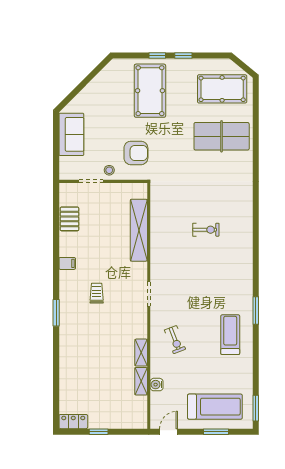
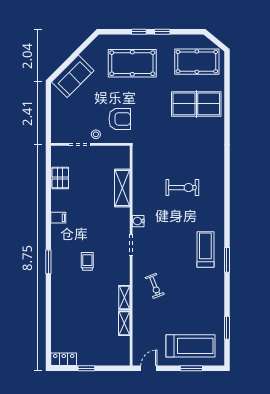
pool table: (150, 91) -> (132, 63), turned 90
sofa: (71, 134) -> (73, 76), moved, turned 45
shelving: (139, 230) -> (122, 188), width x0.68
exercise bike: (206, 230) -> (182, 188), width x1.38, depth x1.39
trolley: (97, 293) -> (87, 261), moved
treadmill: (230, 335) -> (205, 250), moved
water cooler: (157, 385) -> (138, 221), moved
window: (256, 408) -> (227, 328), moved

